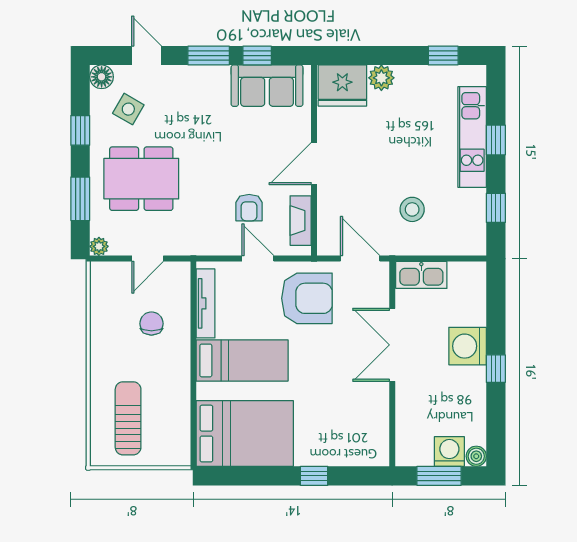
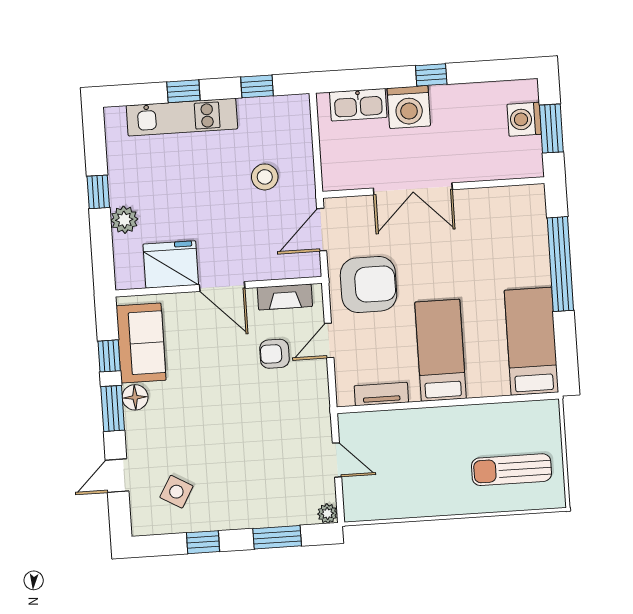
window: (443, 56) -> (98, 192), moved
floor lamp: (102, 77) -> (135, 397), moved
fridge: (342, 86) -> (171, 264), moved, turned -90
dining table: (141, 179) -> (251, 473), removed
armchair: (249, 208) -> (274, 354), turned 180
kitchen sink: (421, 275) -> (358, 105), moved, turned 90
armchair: (307, 298) -> (369, 284), turned 90
tv unit: (206, 303) -> (381, 394), width x0.71
chair: (151, 324) -> (407, 451), removed
bed: (245, 434) -> (531, 341), width x0.67
boiler: (476, 456) -> (528, 90), removed
window: (314, 476) -> (560, 264), width x3.17

